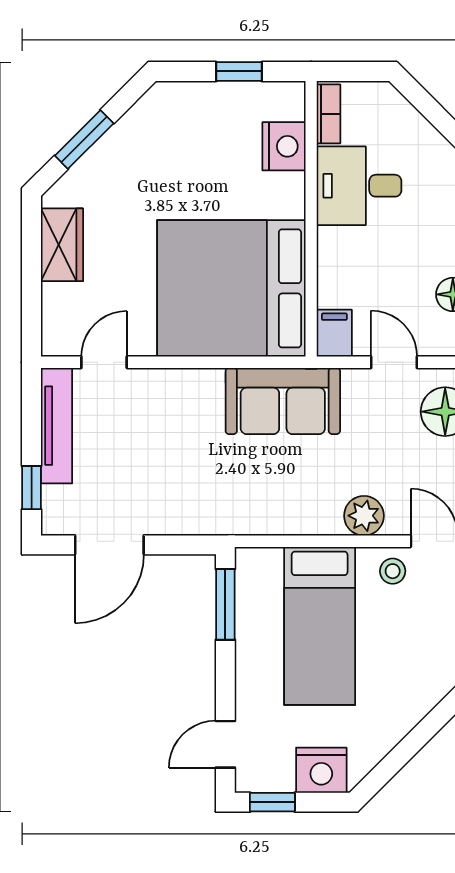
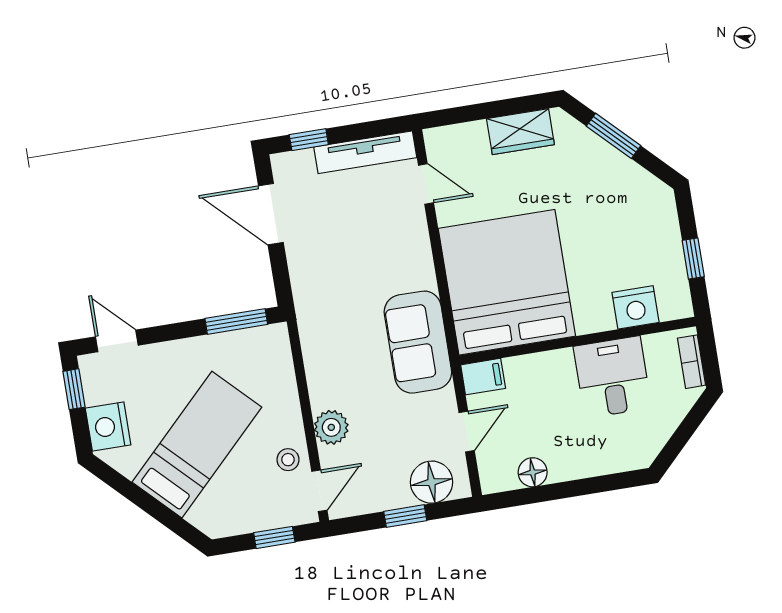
bookcase: (329, 114) -> (692, 362), moved, turned 90
bed: (320, 626) -> (197, 445), moved, turned 135

